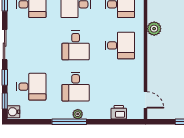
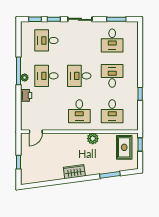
desk: (31, 87) -> (46, 40), turned 90
water cooler: (14, 112) -> (26, 26), removed
printer: (119, 112) -> (26, 95), moved

